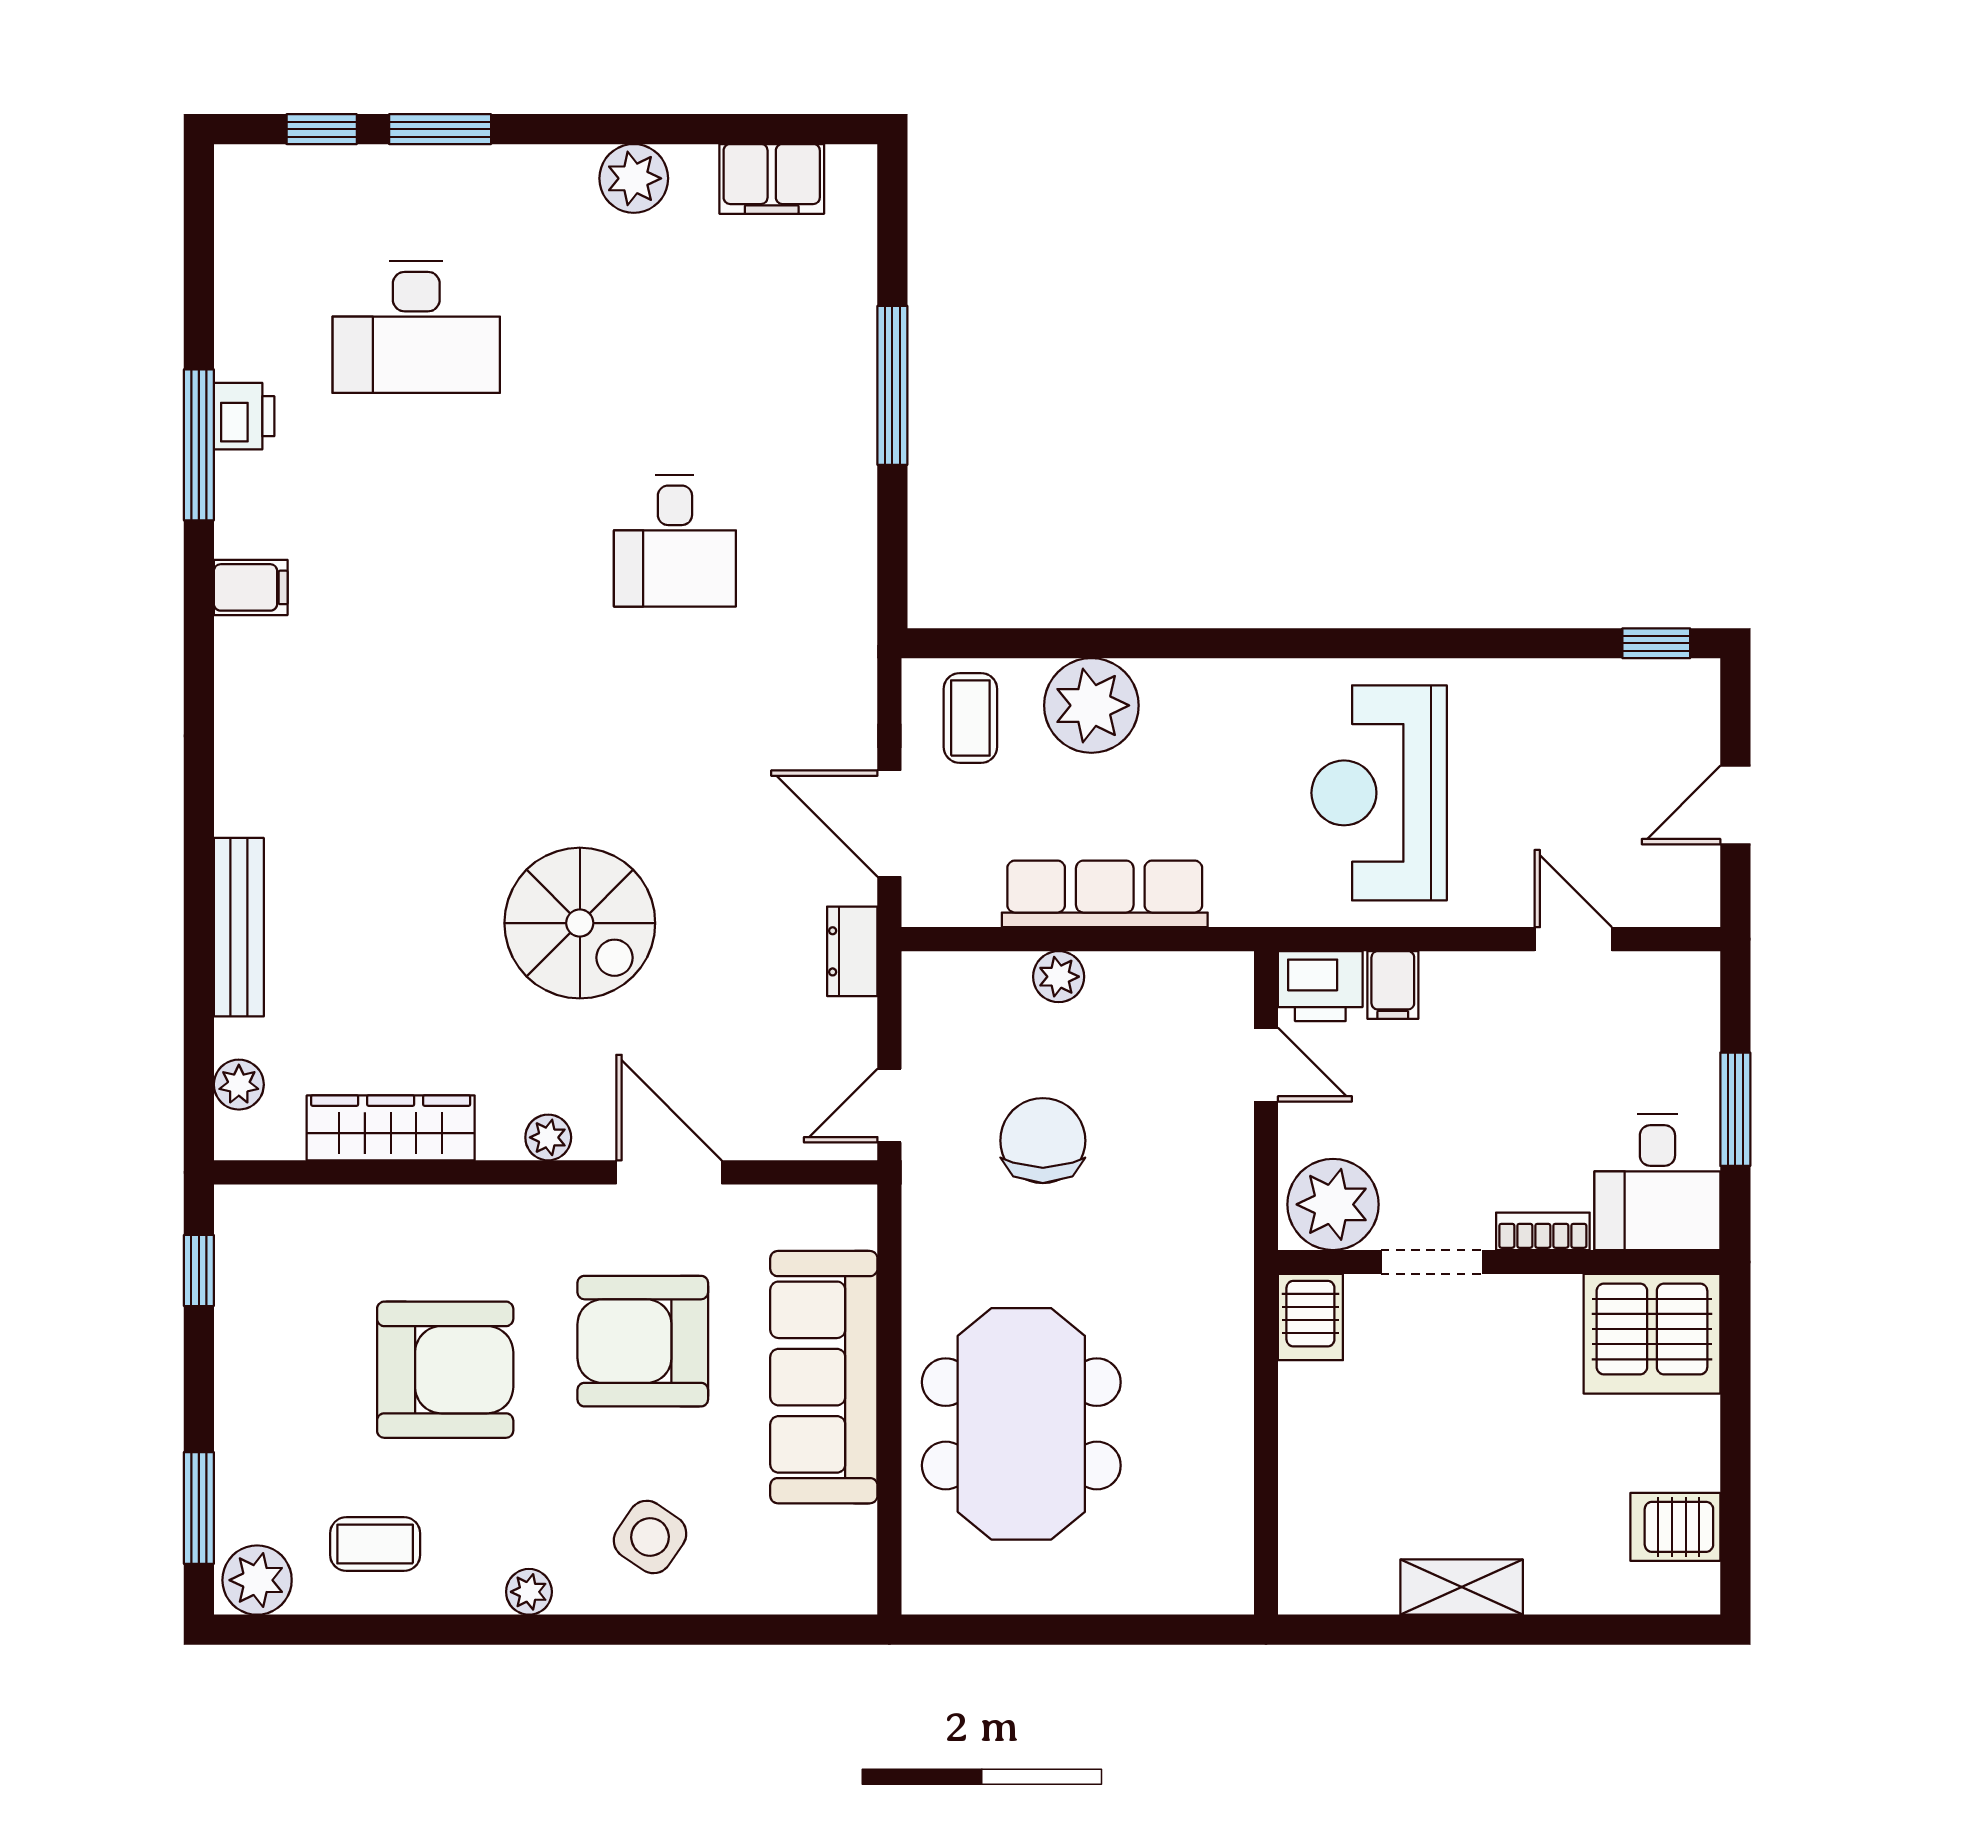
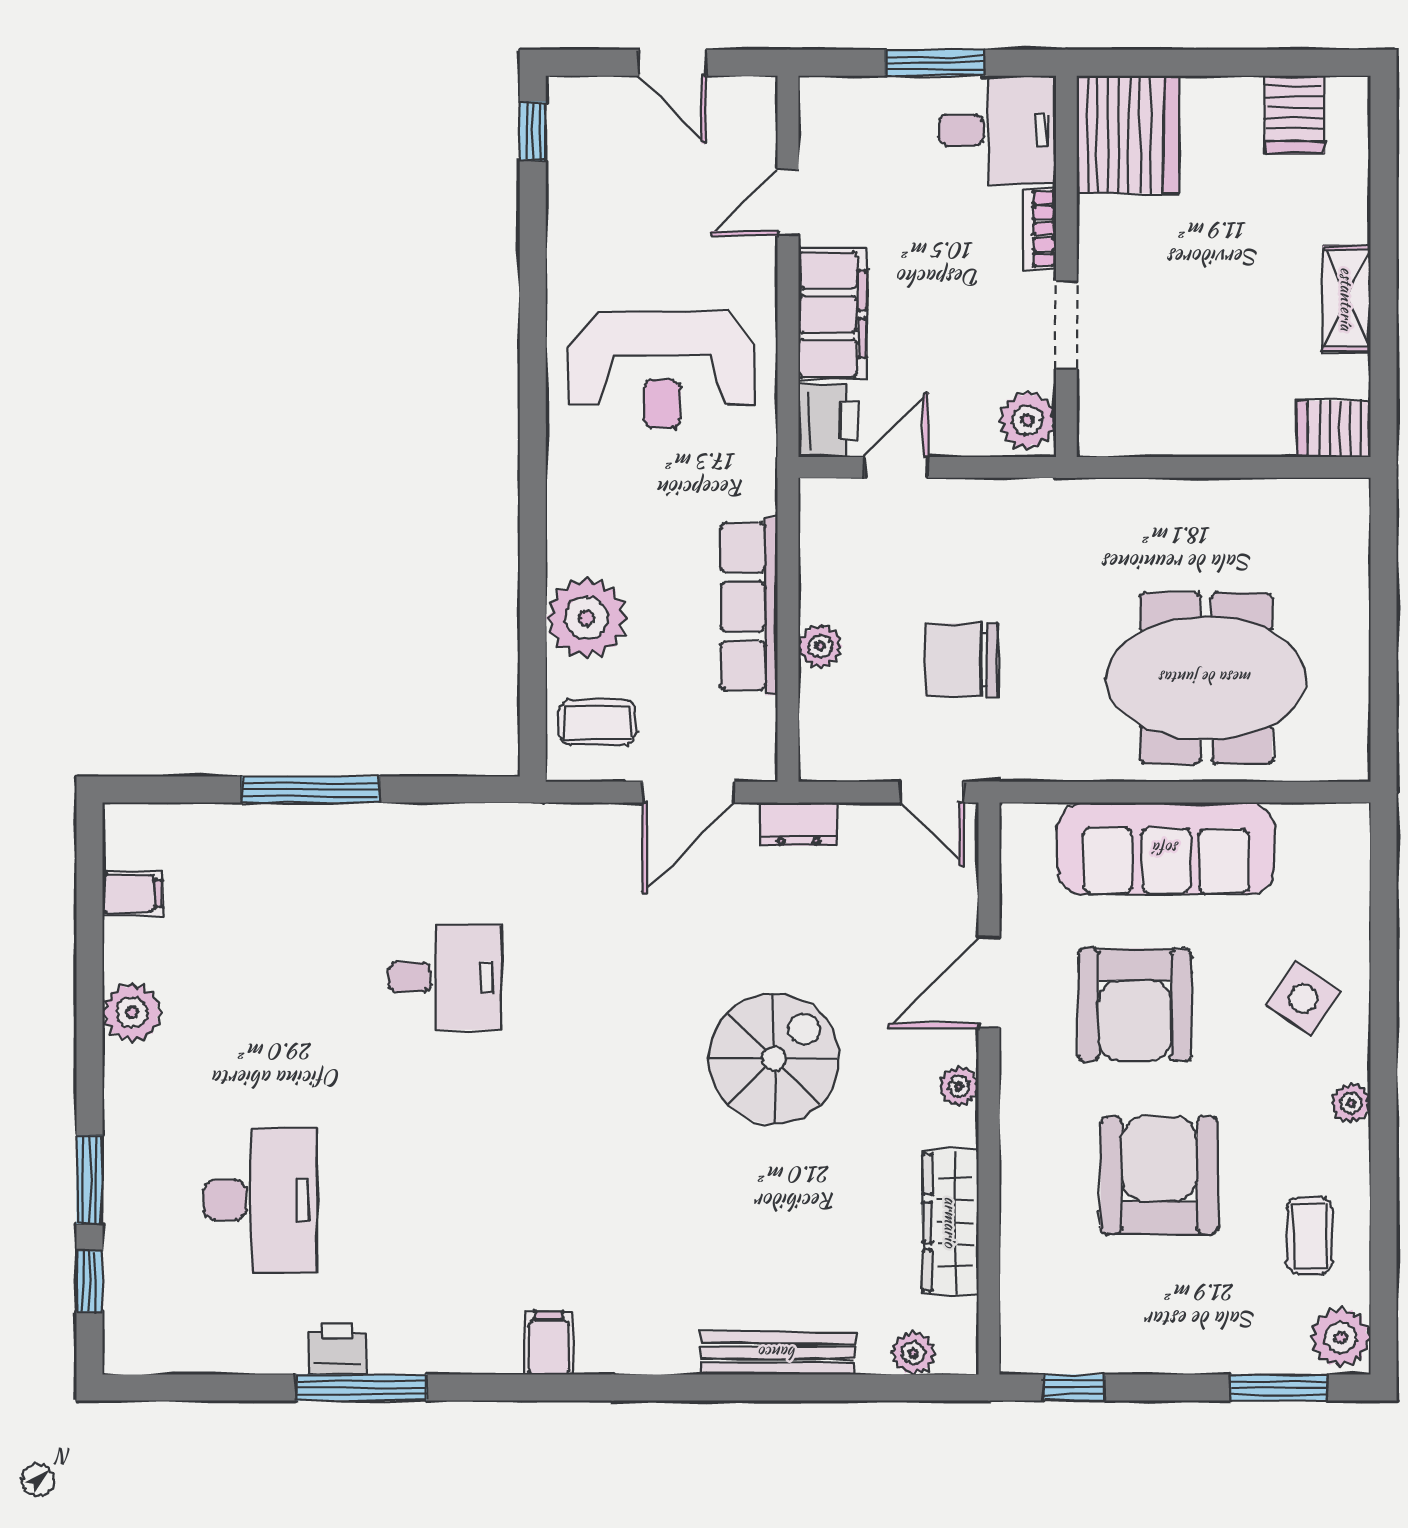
filing cabinet: (772, 179) -> (132, 894), width x0.50
filing cabinet: (251, 587) -> (549, 1343), moved
filing cabinet: (1393, 985) -> (832, 314), width x3.00, depth x1.17
plant: (1333, 1204) -> (1027, 420), width x0.73, depth x0.73
server rack: (1310, 1317) -> (1333, 429), moved, turned 180

